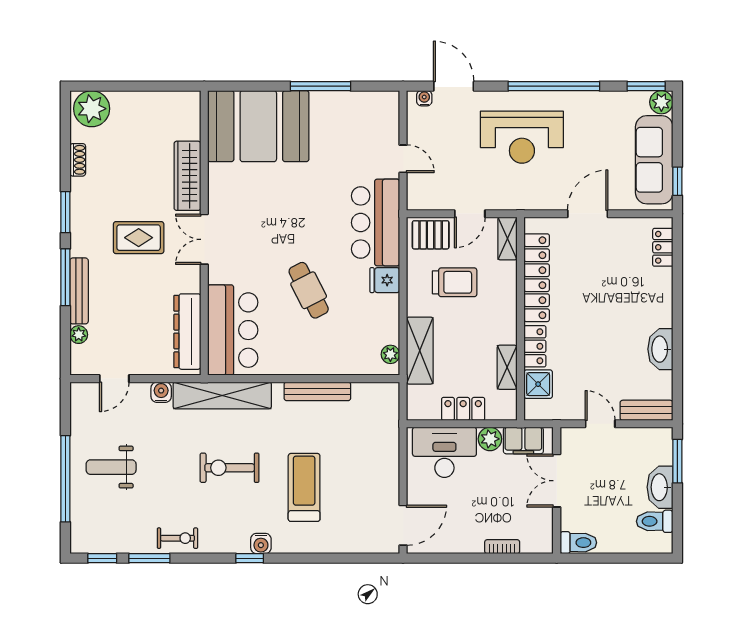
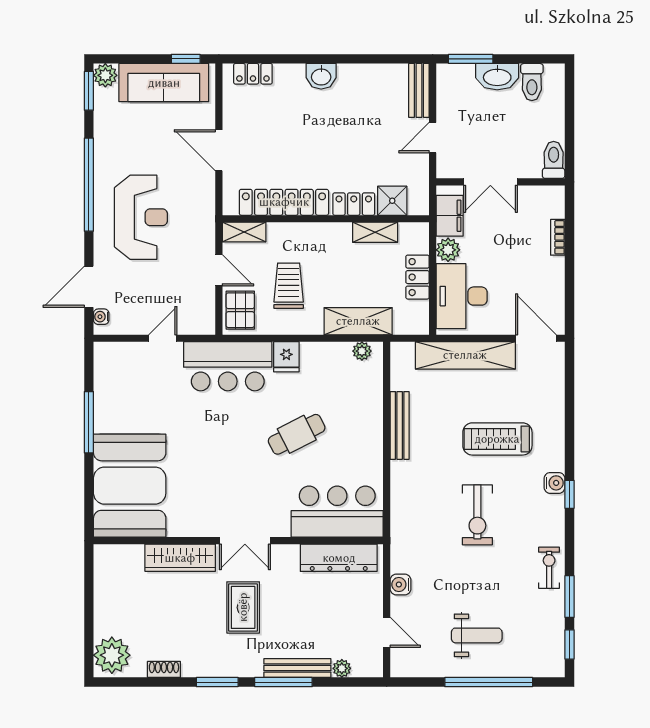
washbasin: (660, 349) -> (321, 76), moved, width x0.72
shelving: (222, 395) -> (465, 355), moved, turned 90
weight bench: (111, 467) -> (477, 635), turned -90

